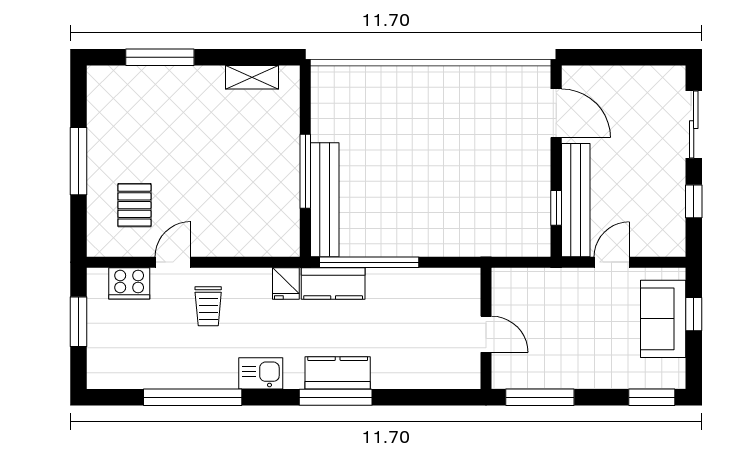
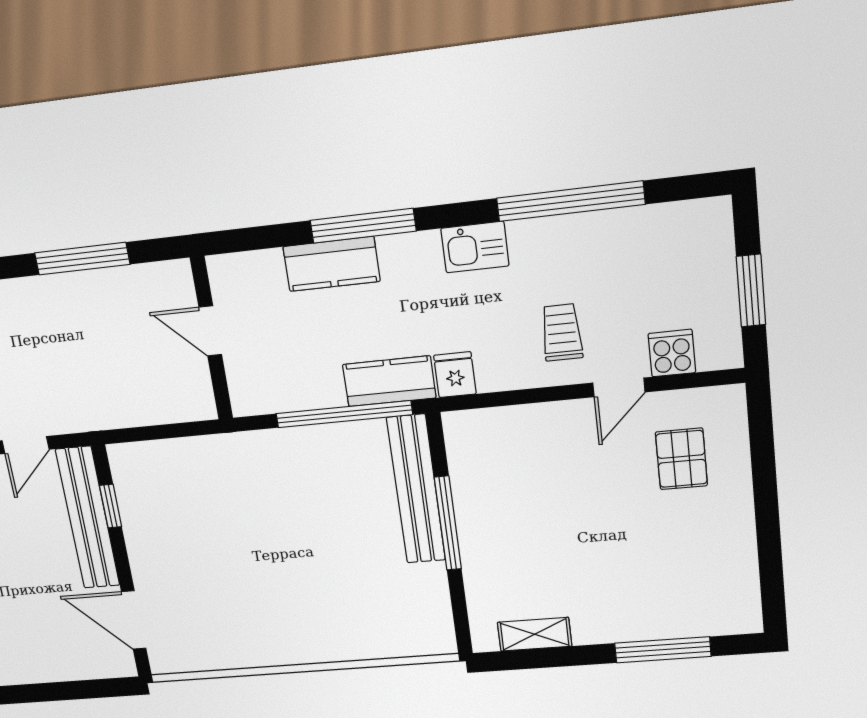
window: (79, 161) -> (767, 510), removed
cooker: (129, 283) -> (672, 353), width x0.73
wall: (486, 328) -> (212, 339), moved
door: (486, 334) -> (210, 331), moved
kitchen counter: (338, 373) -> (332, 264), moved

